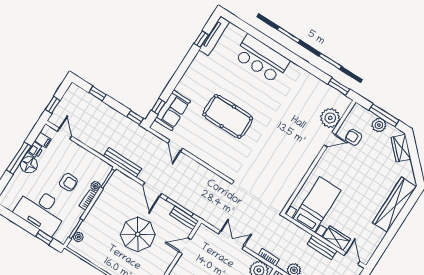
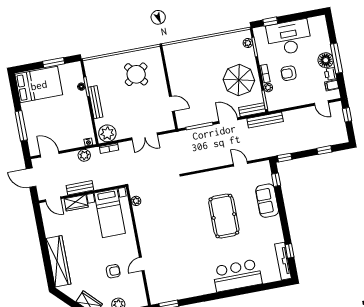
sofa: (173, 110) -> (267, 201), moved
pool table: (228, 116) -> (224, 216), turned 90
plant: (330, 118) -> (136, 201), moved, width x0.53, depth x0.53
armchair: (353, 137) -> (113, 271), moved
bench: (184, 218) -> (252, 110), moved
parasol: (138, 234) -> (239, 80), moved
door: (185, 246) -> (172, 104), hinge flipped

